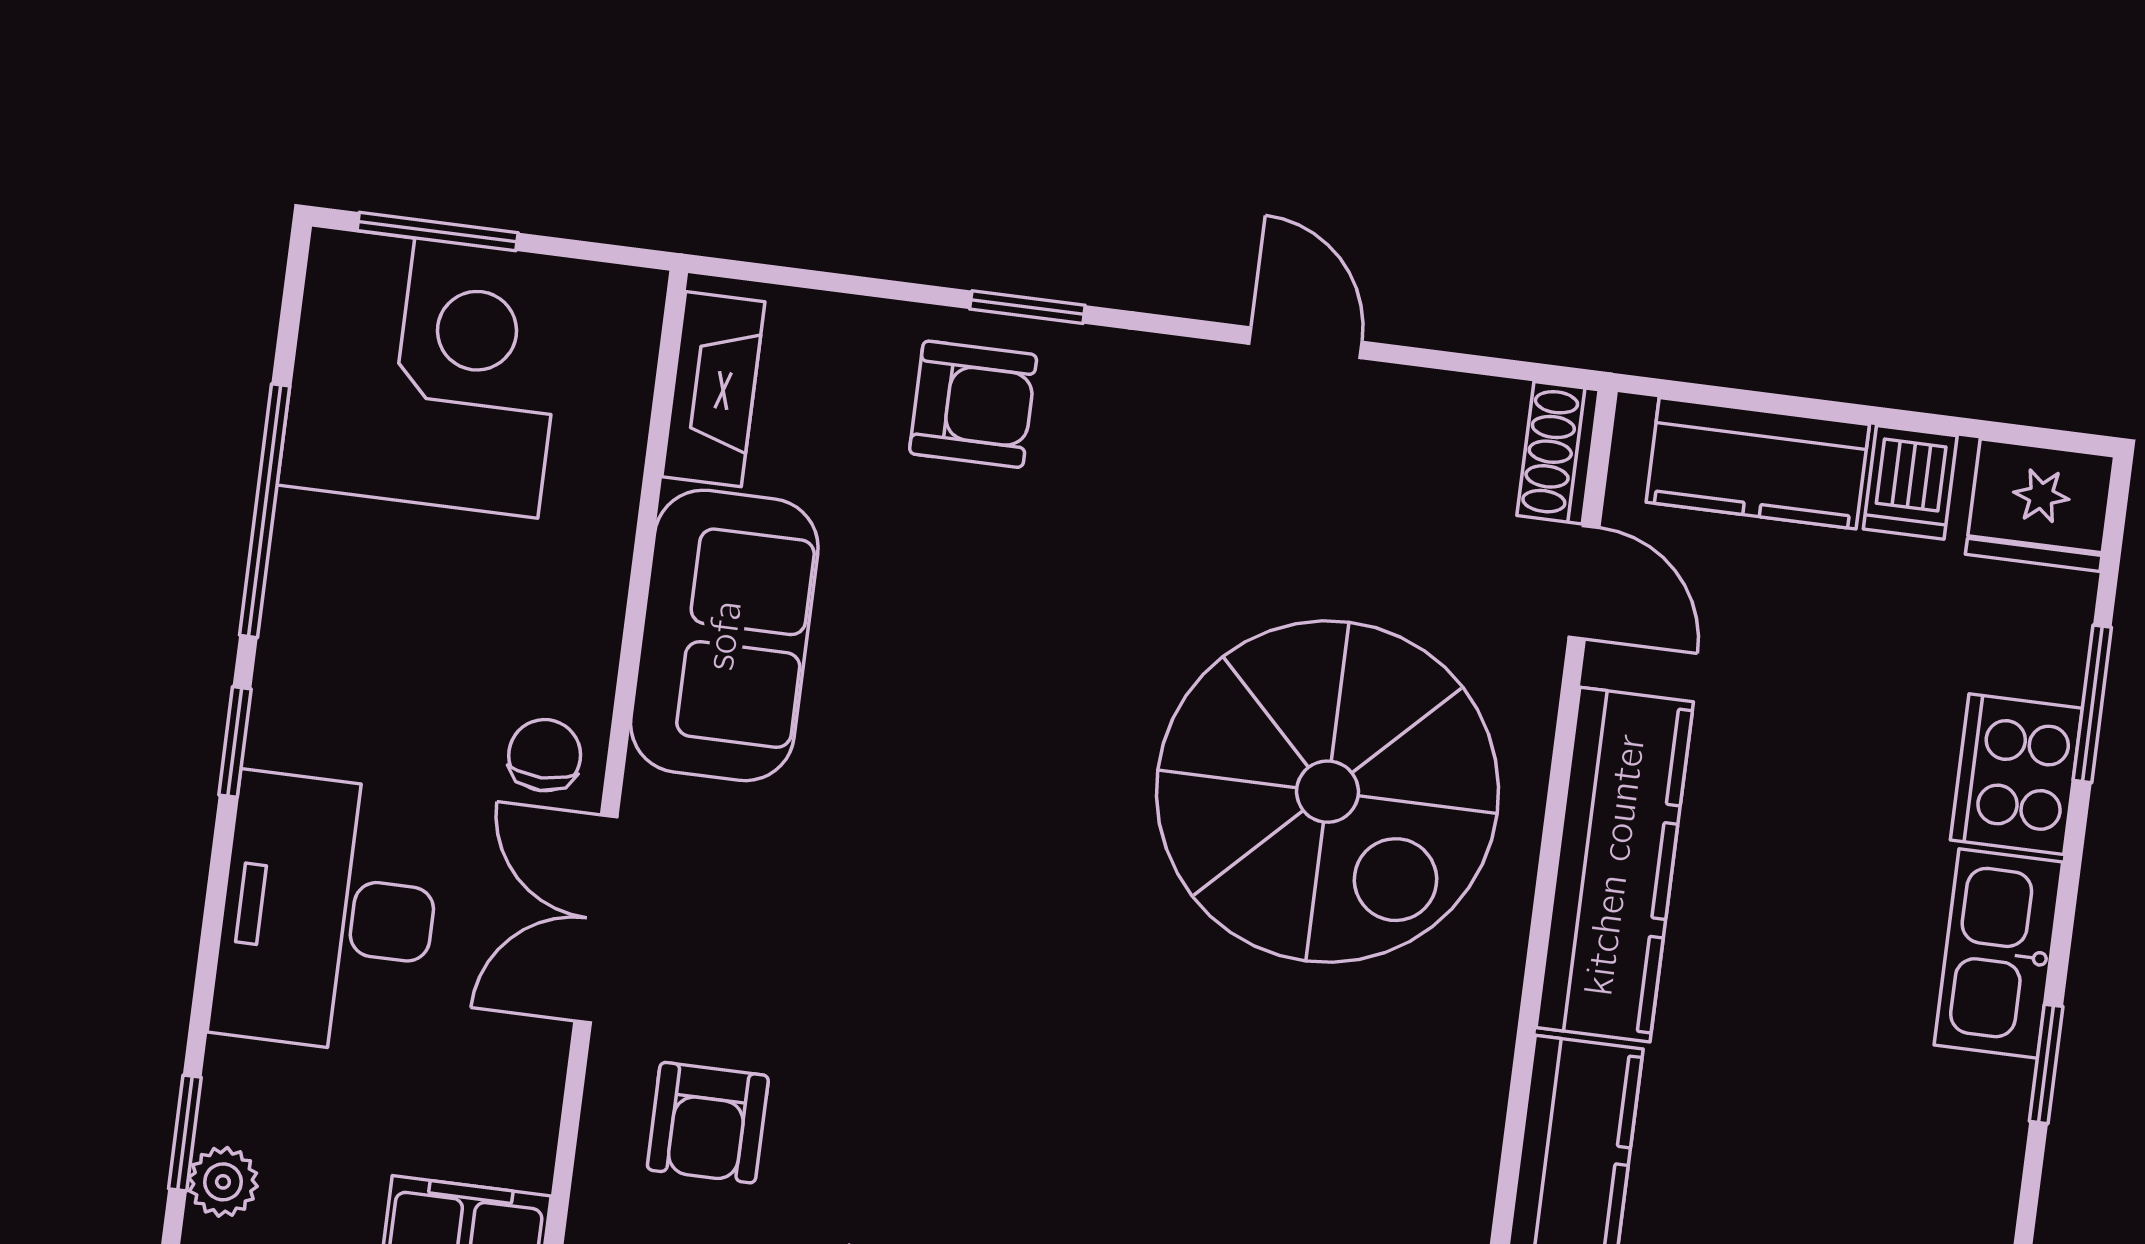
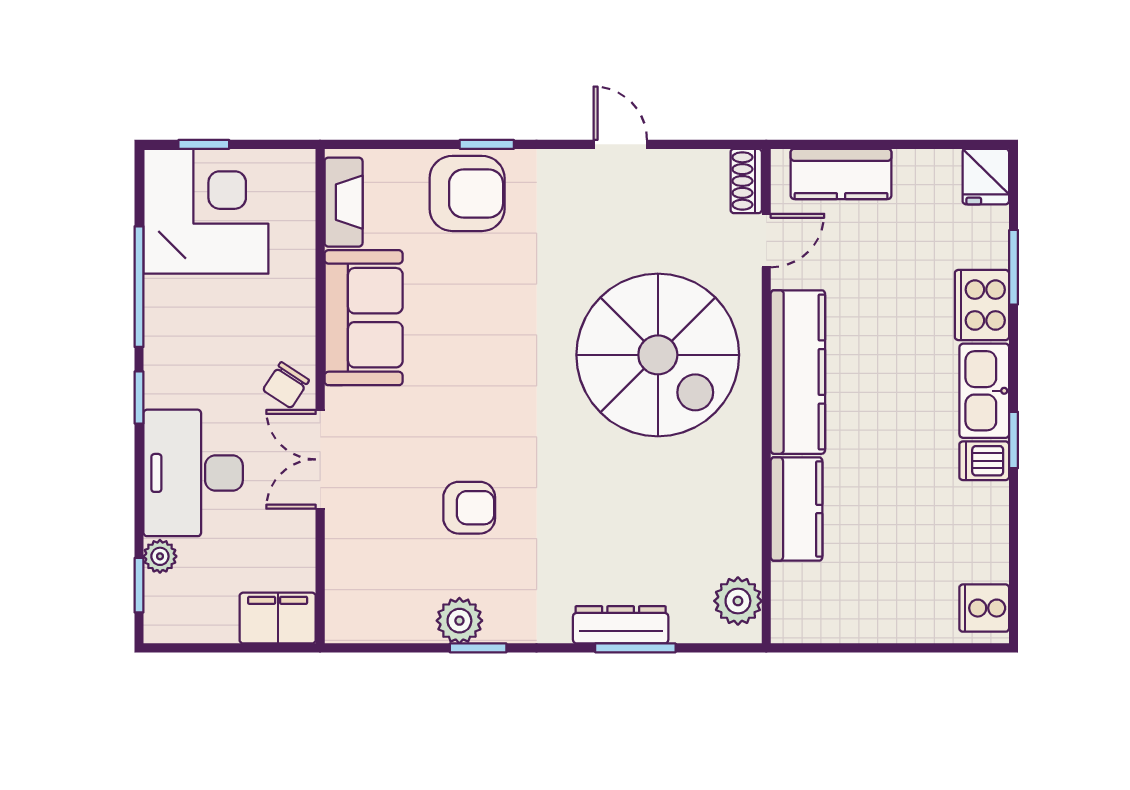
window: (438, 232) -> (204, 144), width x0.67
armchair: (973, 404) -> (467, 193), width x1.38, depth x1.38
dishwasher: (1910, 482) -> (984, 461), moved, turned 90
fridge: (2040, 505) -> (986, 177), width x0.72
door: (1584, 582) -> (766, 241), hinge flipped
chair: (545, 755) -> (286, 385), turned -147
armchair: (708, 1123) -> (469, 508), moved, turned -90
plant: (223, 1182) -> (160, 556), moved

